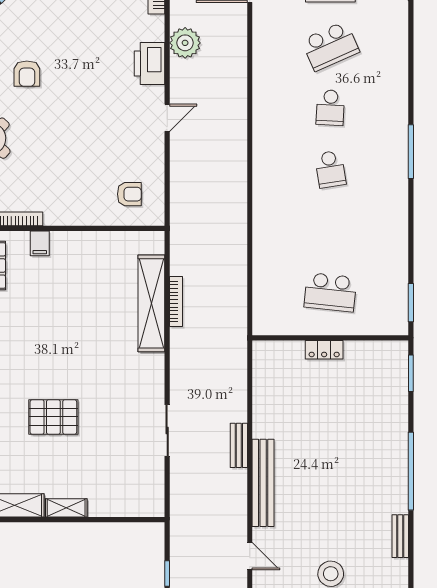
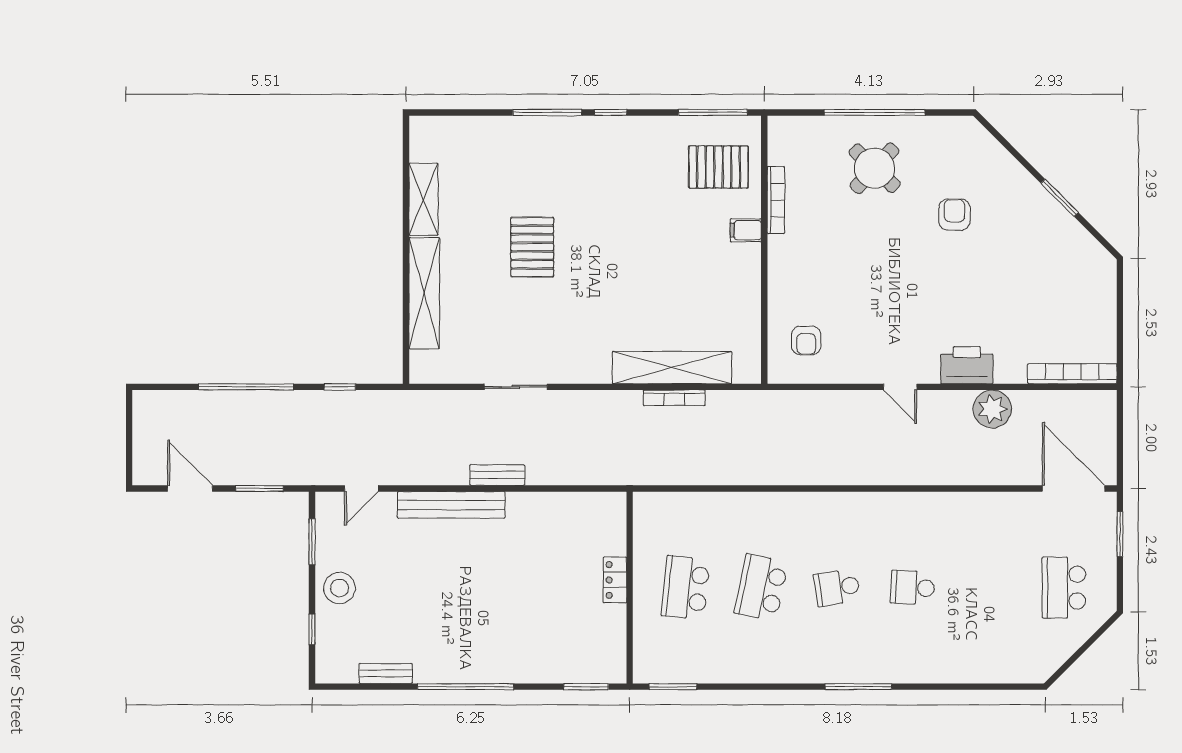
school desk: (330, 46) -> (761, 588), moved, turned 36
armchair: (27, 74) -> (954, 215), turned 90
shelving: (66, 508) -> (424, 293), width x2.20, depth x1.33

